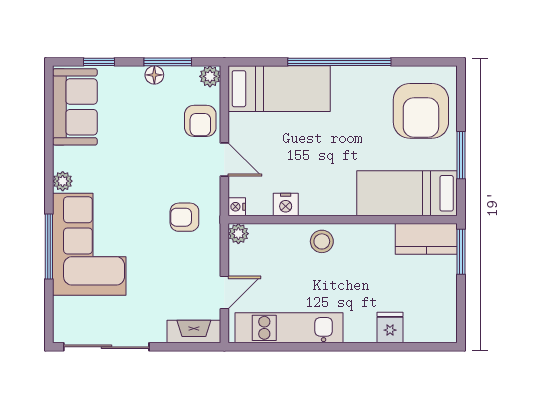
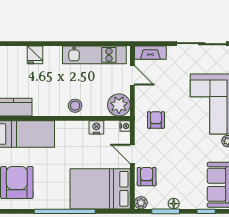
bed: (279, 89) -> (100, 189), width x1.50
armchair: (184, 217) -> (156, 120), turned -90
plant: (238, 234) -> (119, 105), width x1.87, depth x1.87
door: (224, 293) -> (132, 76), swing flipped

